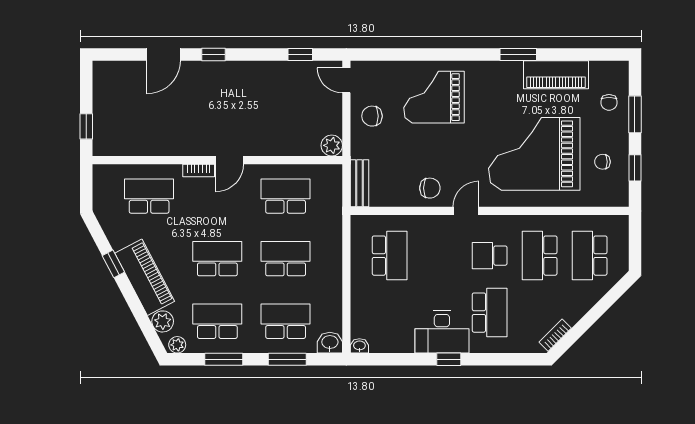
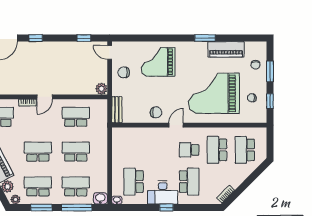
school desk: (390, 256) -> (134, 182), moved, turned 180
window: (287, 359) -> (77, 208), width x1.44

